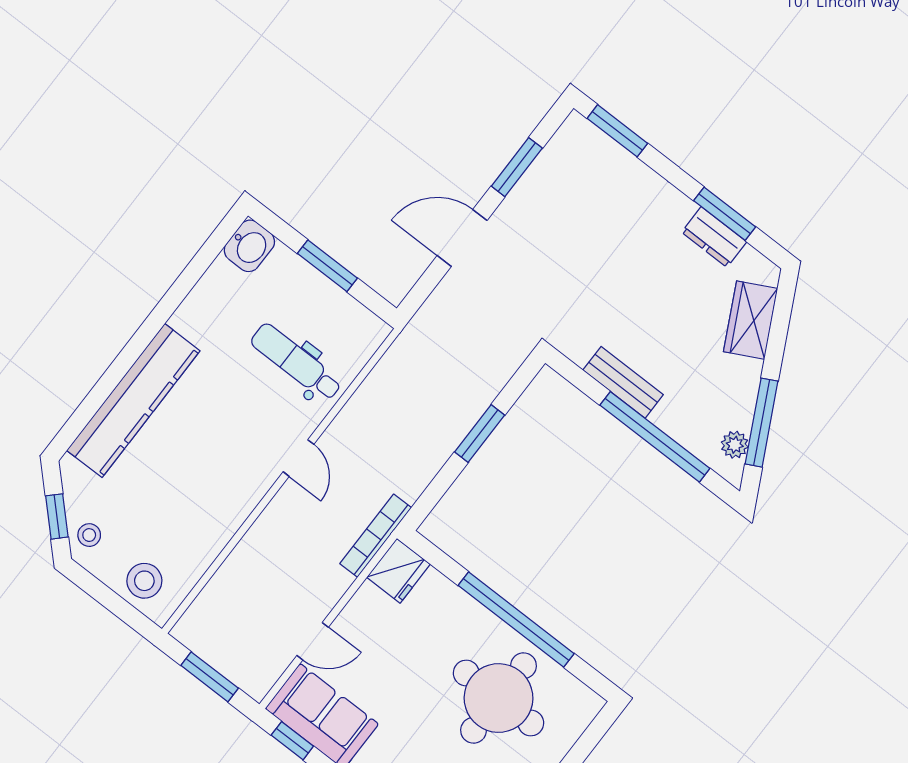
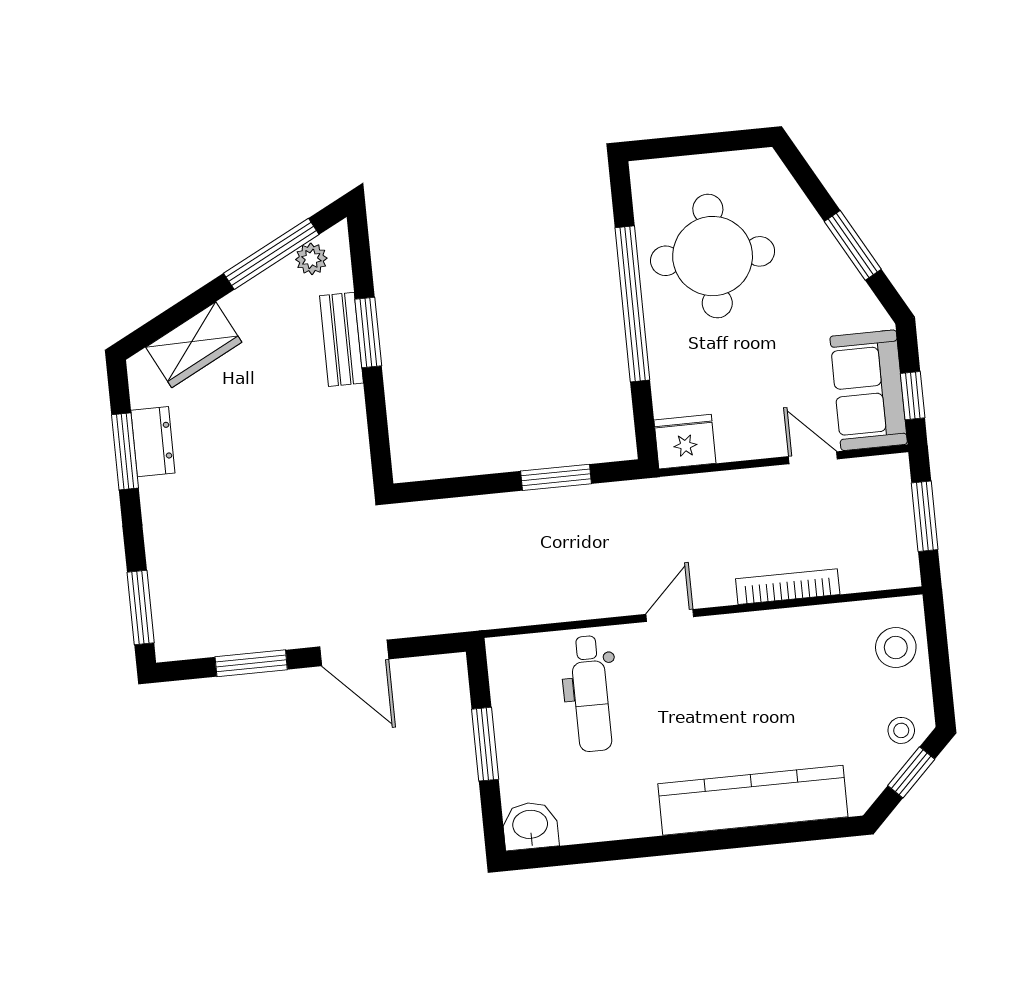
bench: (623, 382) -> (341, 339), moved
window: (480, 434) -> (556, 477), moved
window: (655, 437) -> (368, 332), width x0.47
bookcase: (376, 536) -> (788, 587), moved, turned 180

